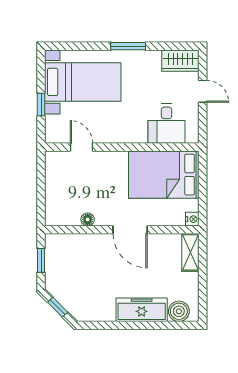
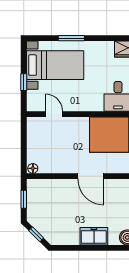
window: (128, 46) -> (71, 38), moved
floor lamp: (88, 219) -> (33, 168), moved
freezer: (142, 310) -> (94, 236), width x0.71

